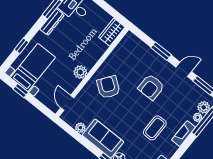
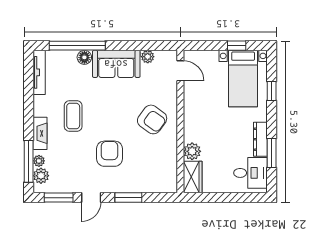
plant: (80, 72) -> (192, 151), moved

